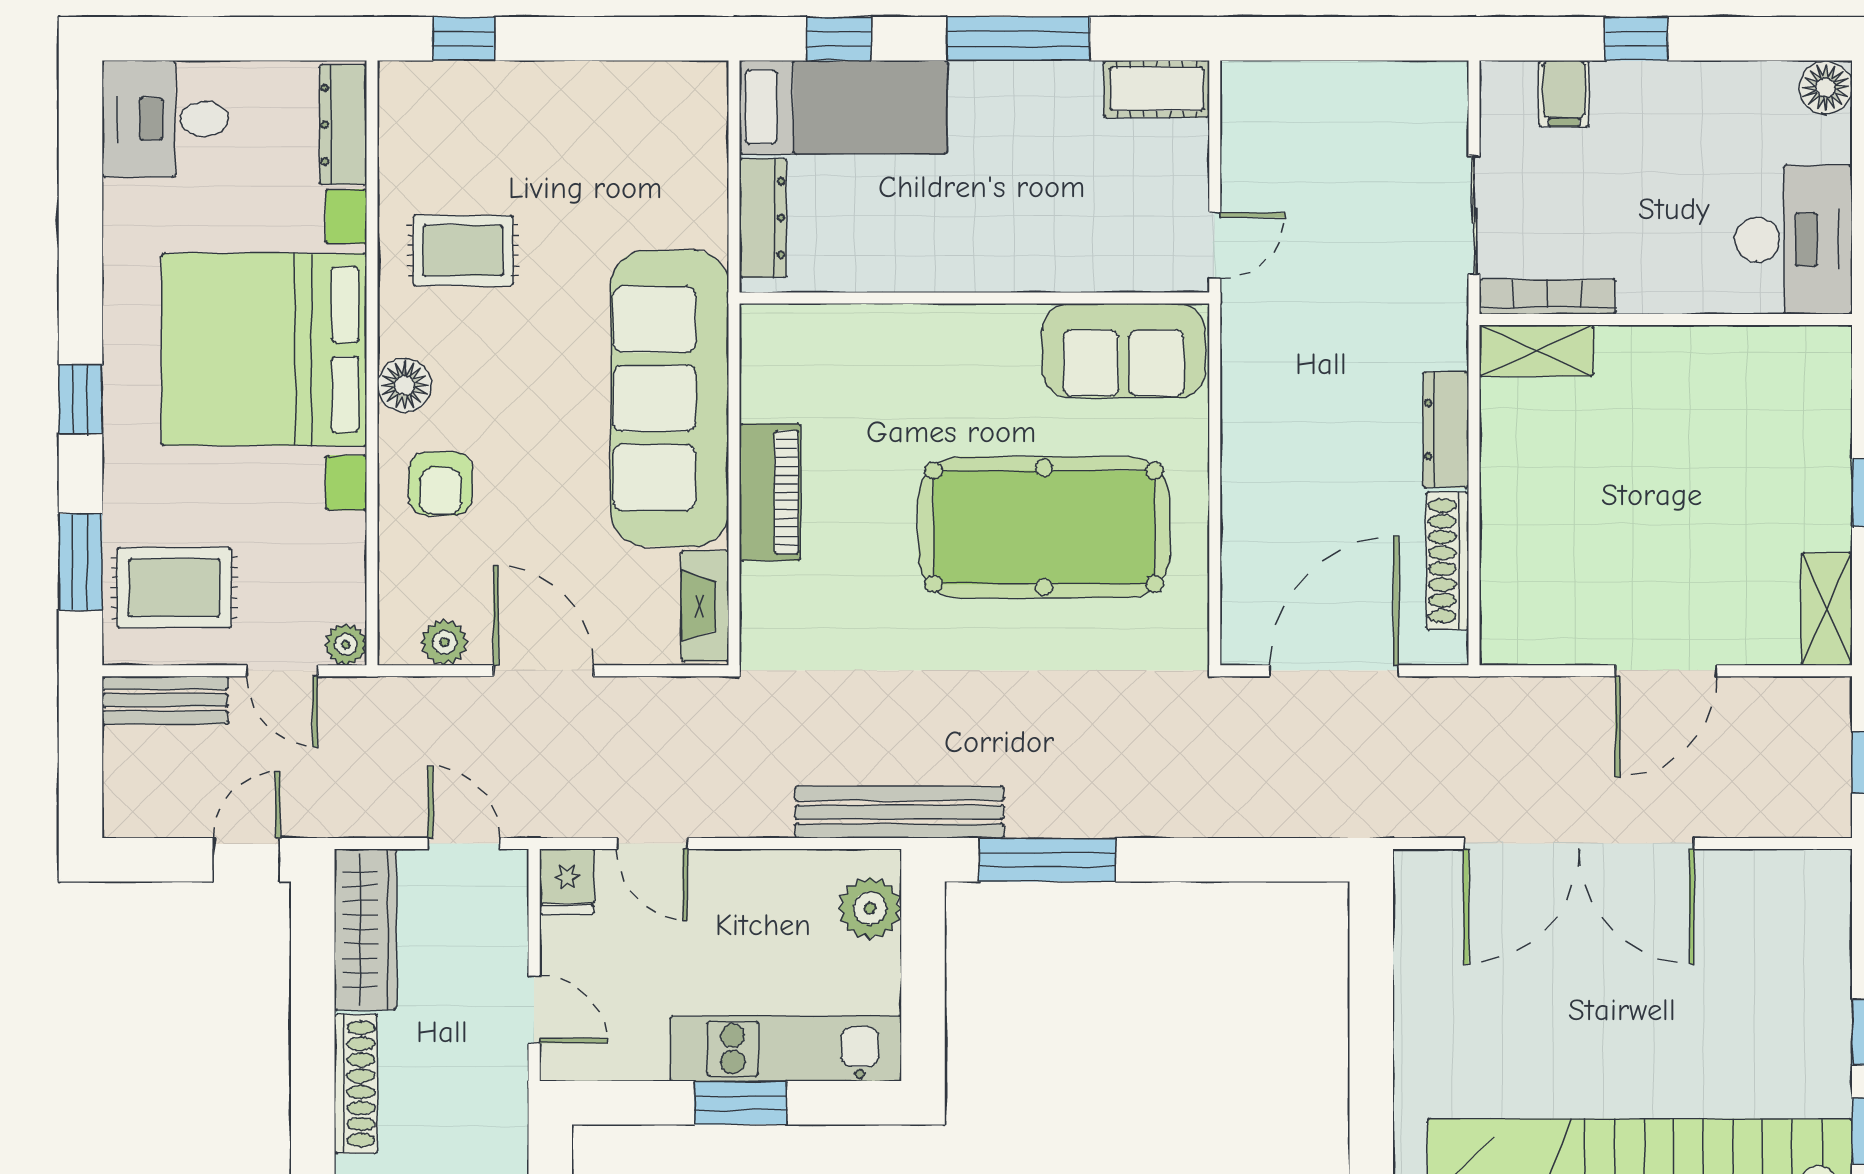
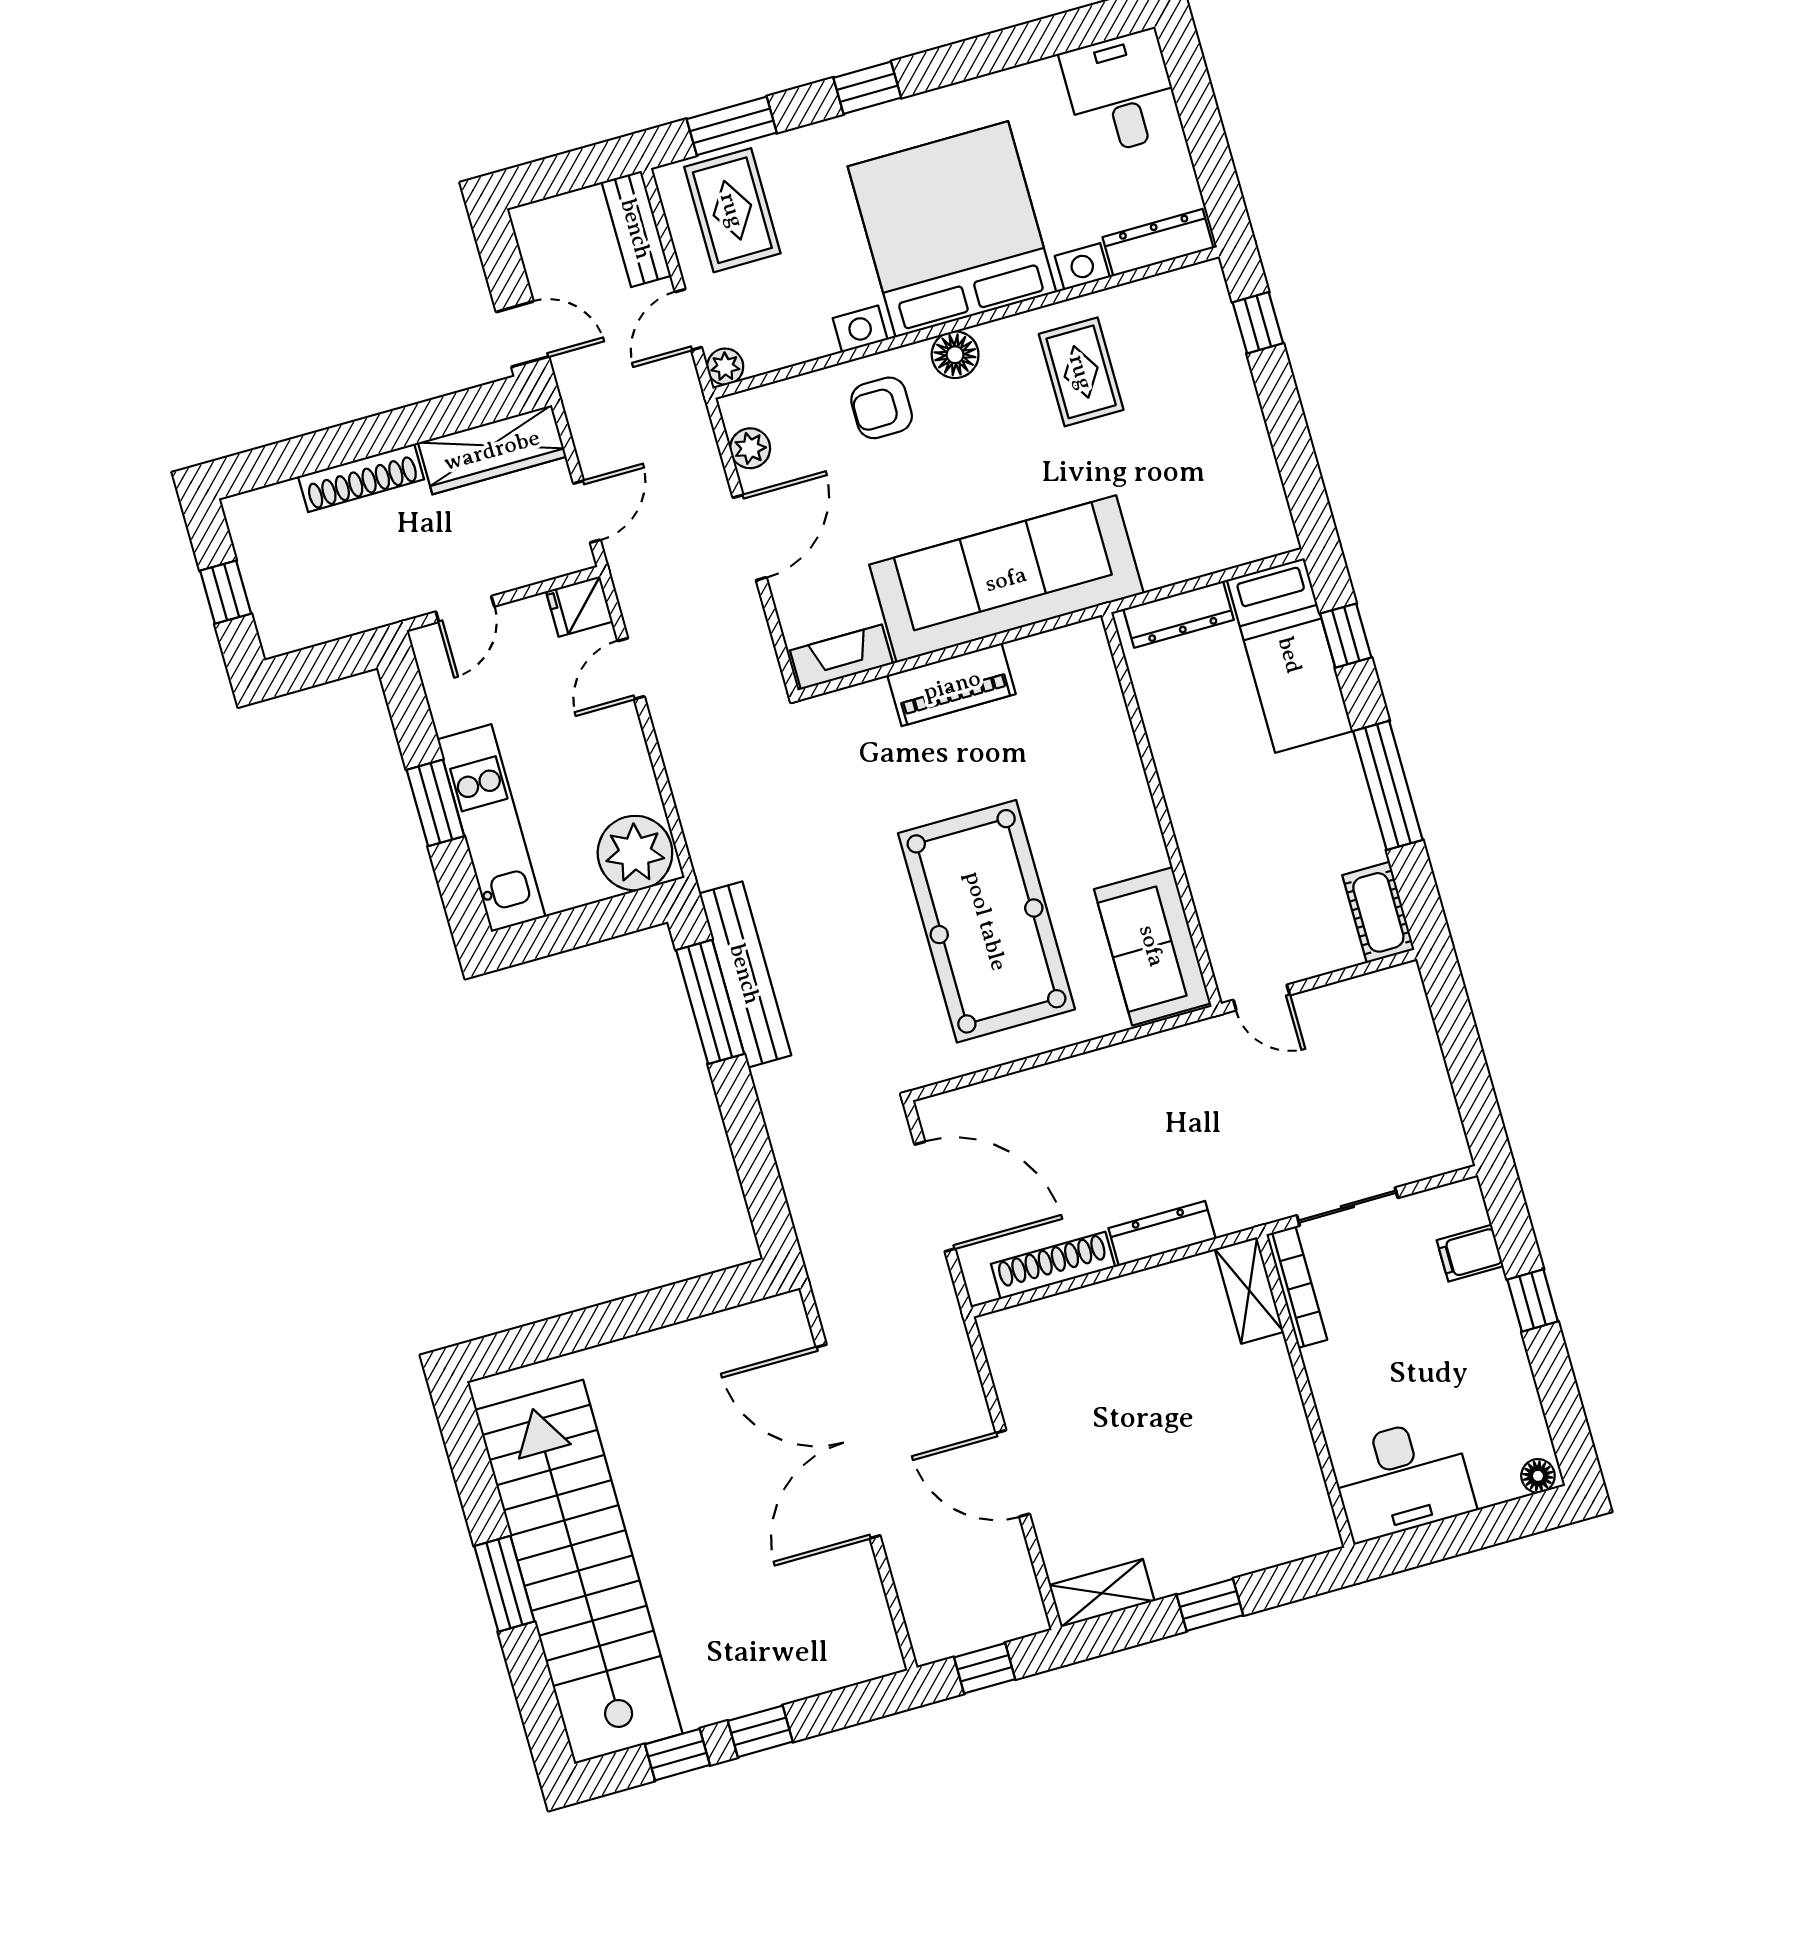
floor lamp: (1826, 88) -> (1538, 1476), width x0.73, depth x0.73
bench: (900, 812) -> (745, 974), moved
plant: (870, 908) -> (635, 853), width x1.36, depth x1.36

